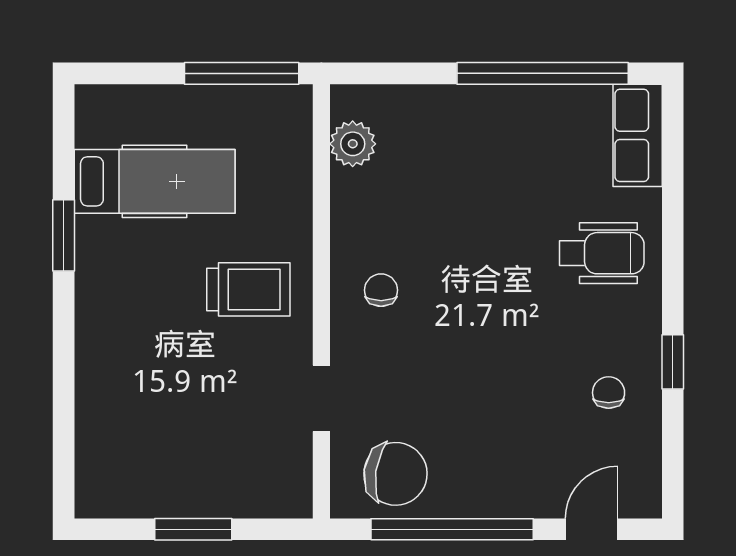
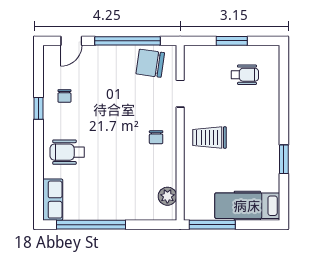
hospital bed: (155, 181) -> (247, 206), moved
wheelchair: (161, 445) -> (245, 75), added

